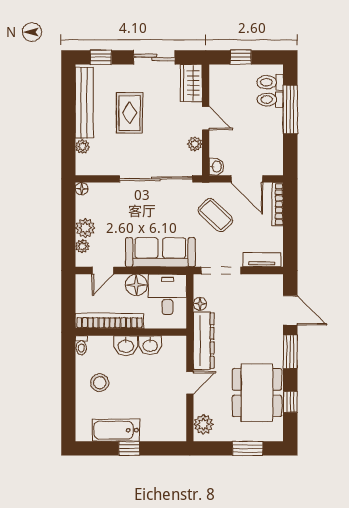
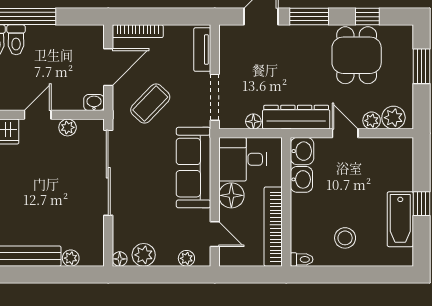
rug: (129, 113) -> (32, 203), removed
plant: (85, 228) -> (144, 255), moved
washbasin: (126, 346) -> (302, 151), moved
dining table: (257, 393) -> (357, 55), width x0.73
plant: (201, 406) -> (372, 121), added

